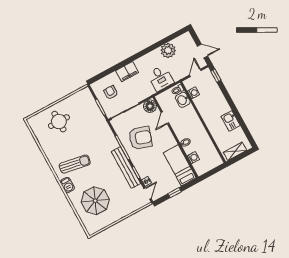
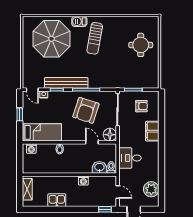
plant: (168, 50) -> (151, 189), moved
washing machine: (194, 93) -> (83, 181), moved
washing machine: (193, 158) -> (31, 148), moved
parasol: (95, 201) -> (51, 39), width x1.36, depth x1.36

